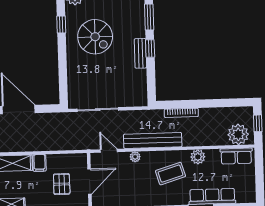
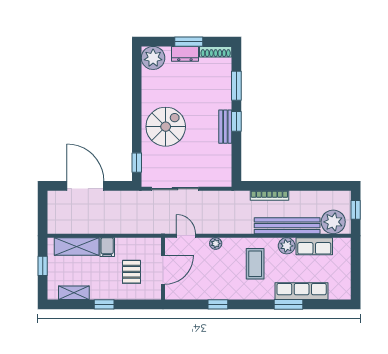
window: (61, 24) -> (137, 163), moved
spiral stairs: (95, 37) -> (166, 127), moved, turned -90
bench: (153, 140) -> (287, 226), moved
row of seats: (236, 156) -> (314, 246), moved
coffee table: (170, 174) -> (255, 264), turned -73

